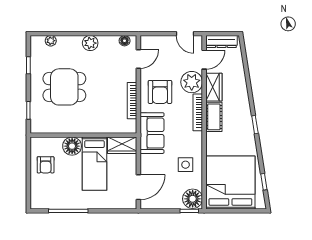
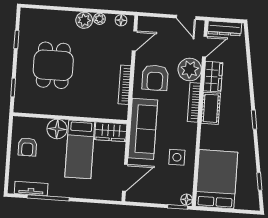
plant: (51, 41) -> (99, 19), moved
dining table: (64, 87) -> (53, 65), turned 90
sofa: (152, 133) -> (143, 129), width x1.36
bed: (230, 183) -> (217, 179), width x0.73
floor lamp: (193, 199) -> (187, 199), width x0.53, depth x0.53
tv unit: (52, 203) -> (31, 189), added

